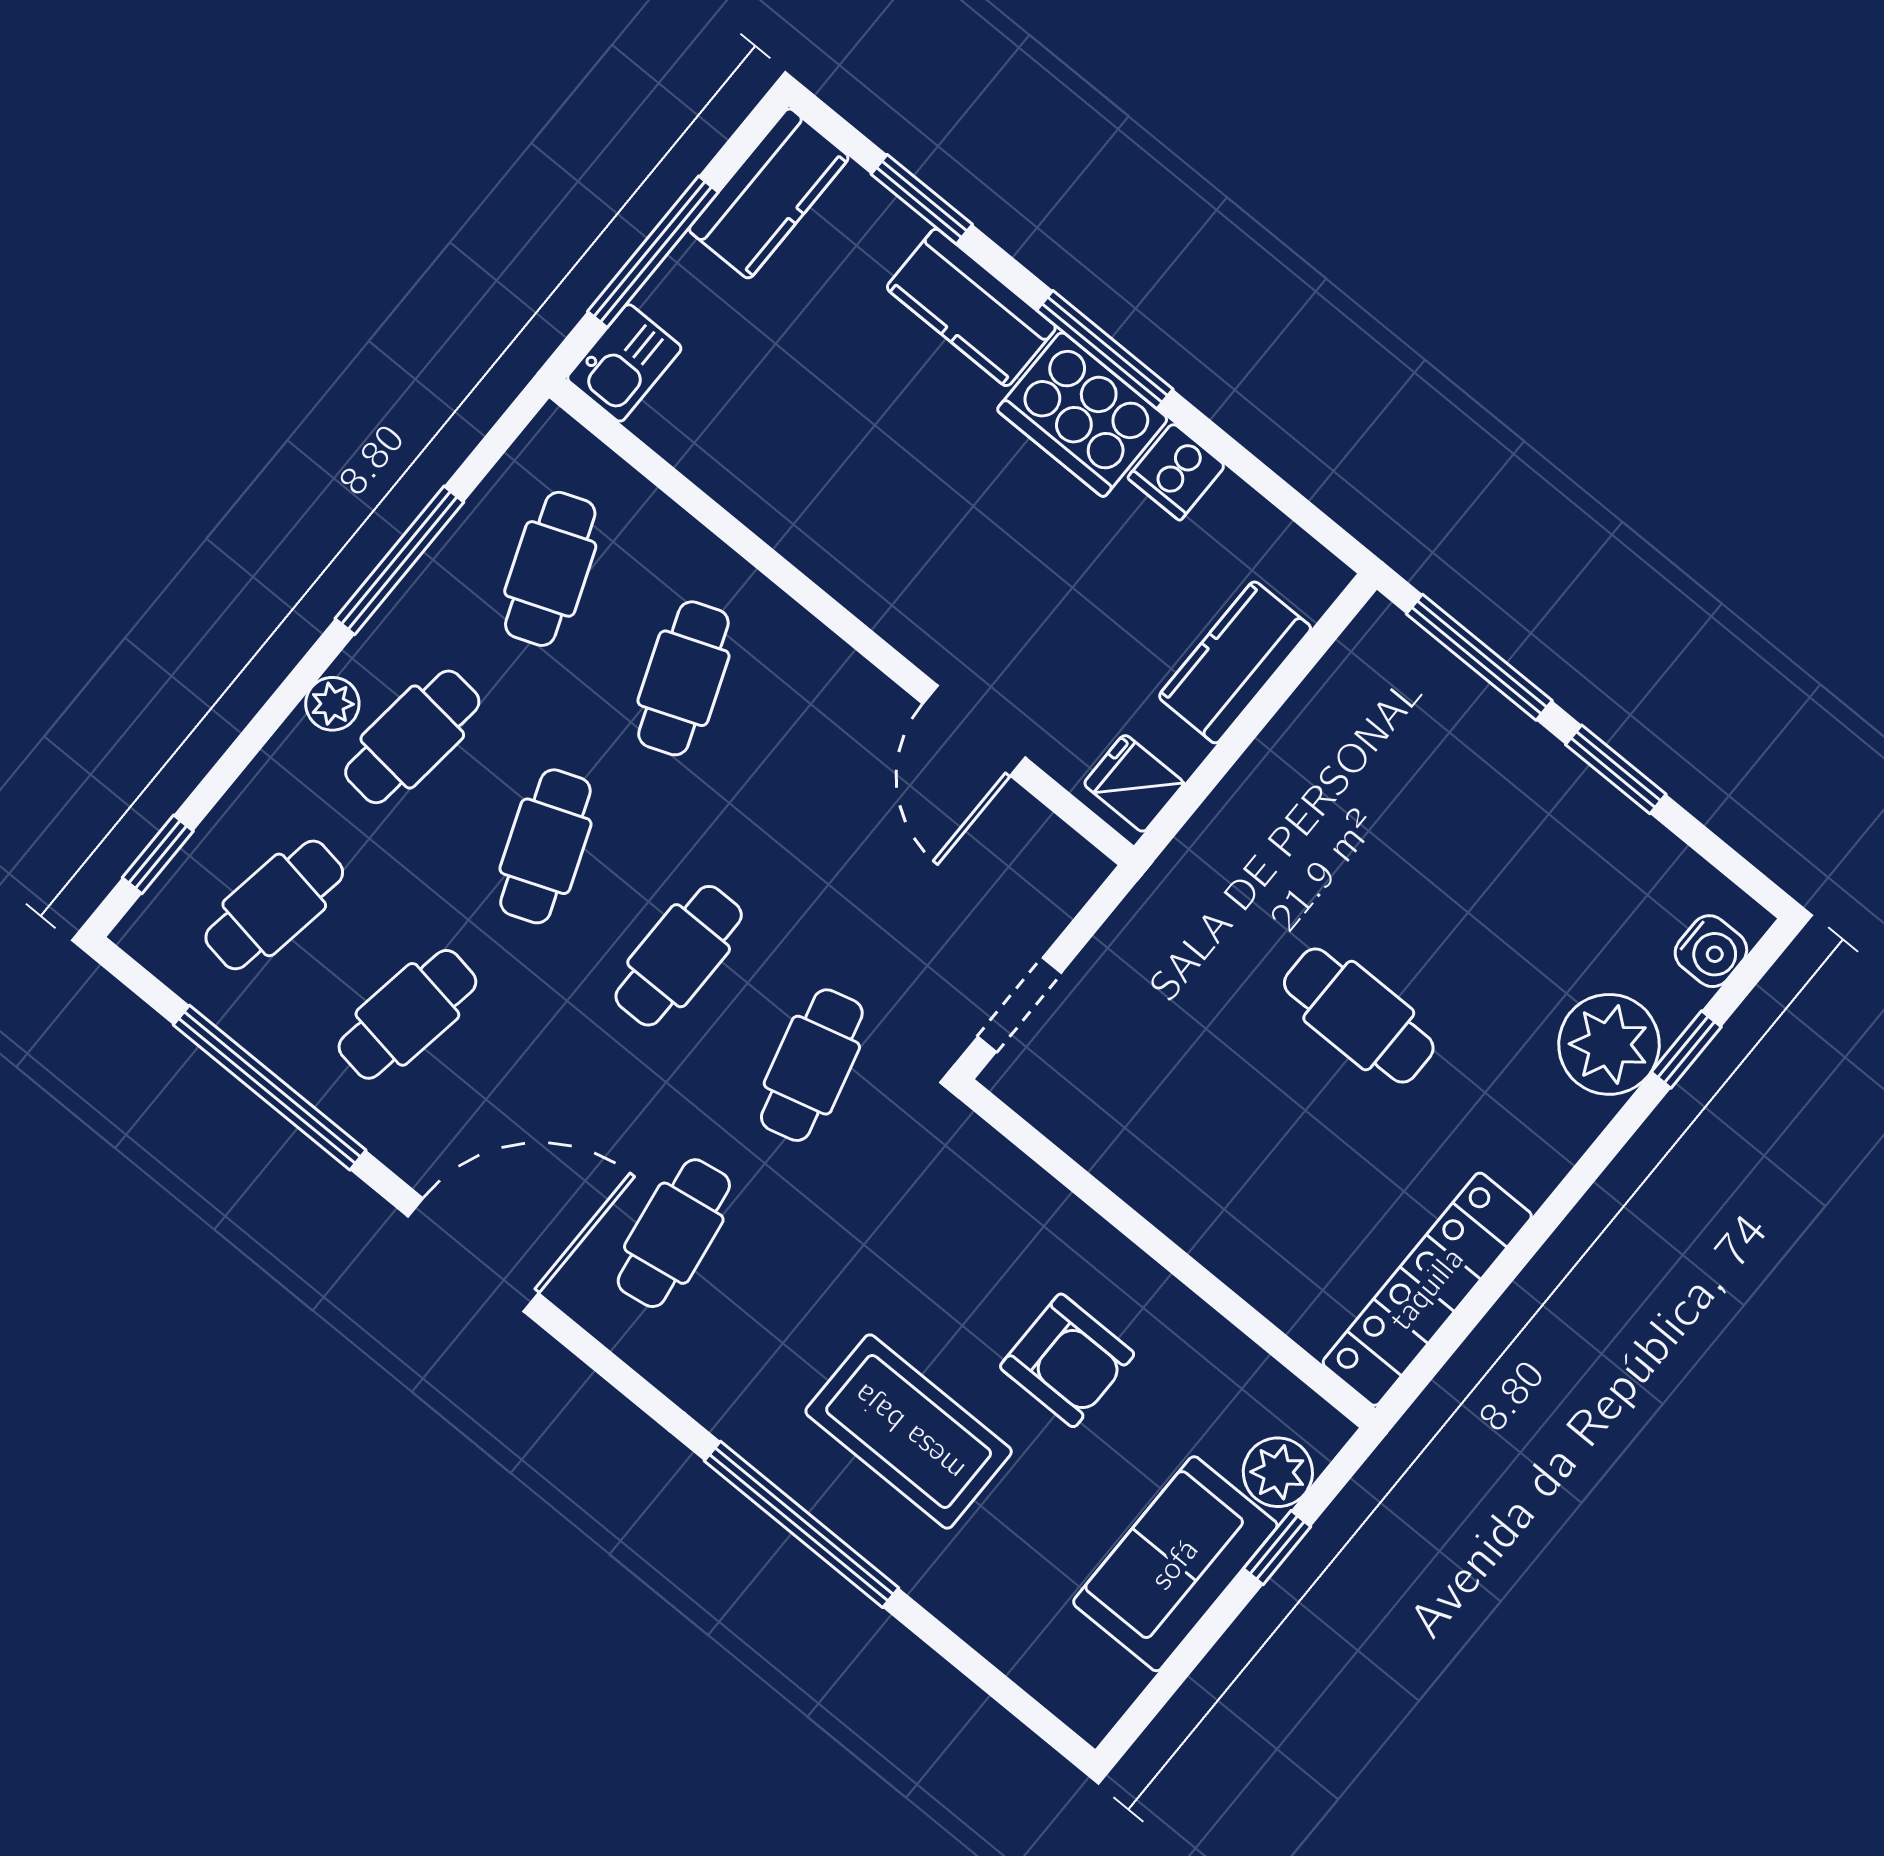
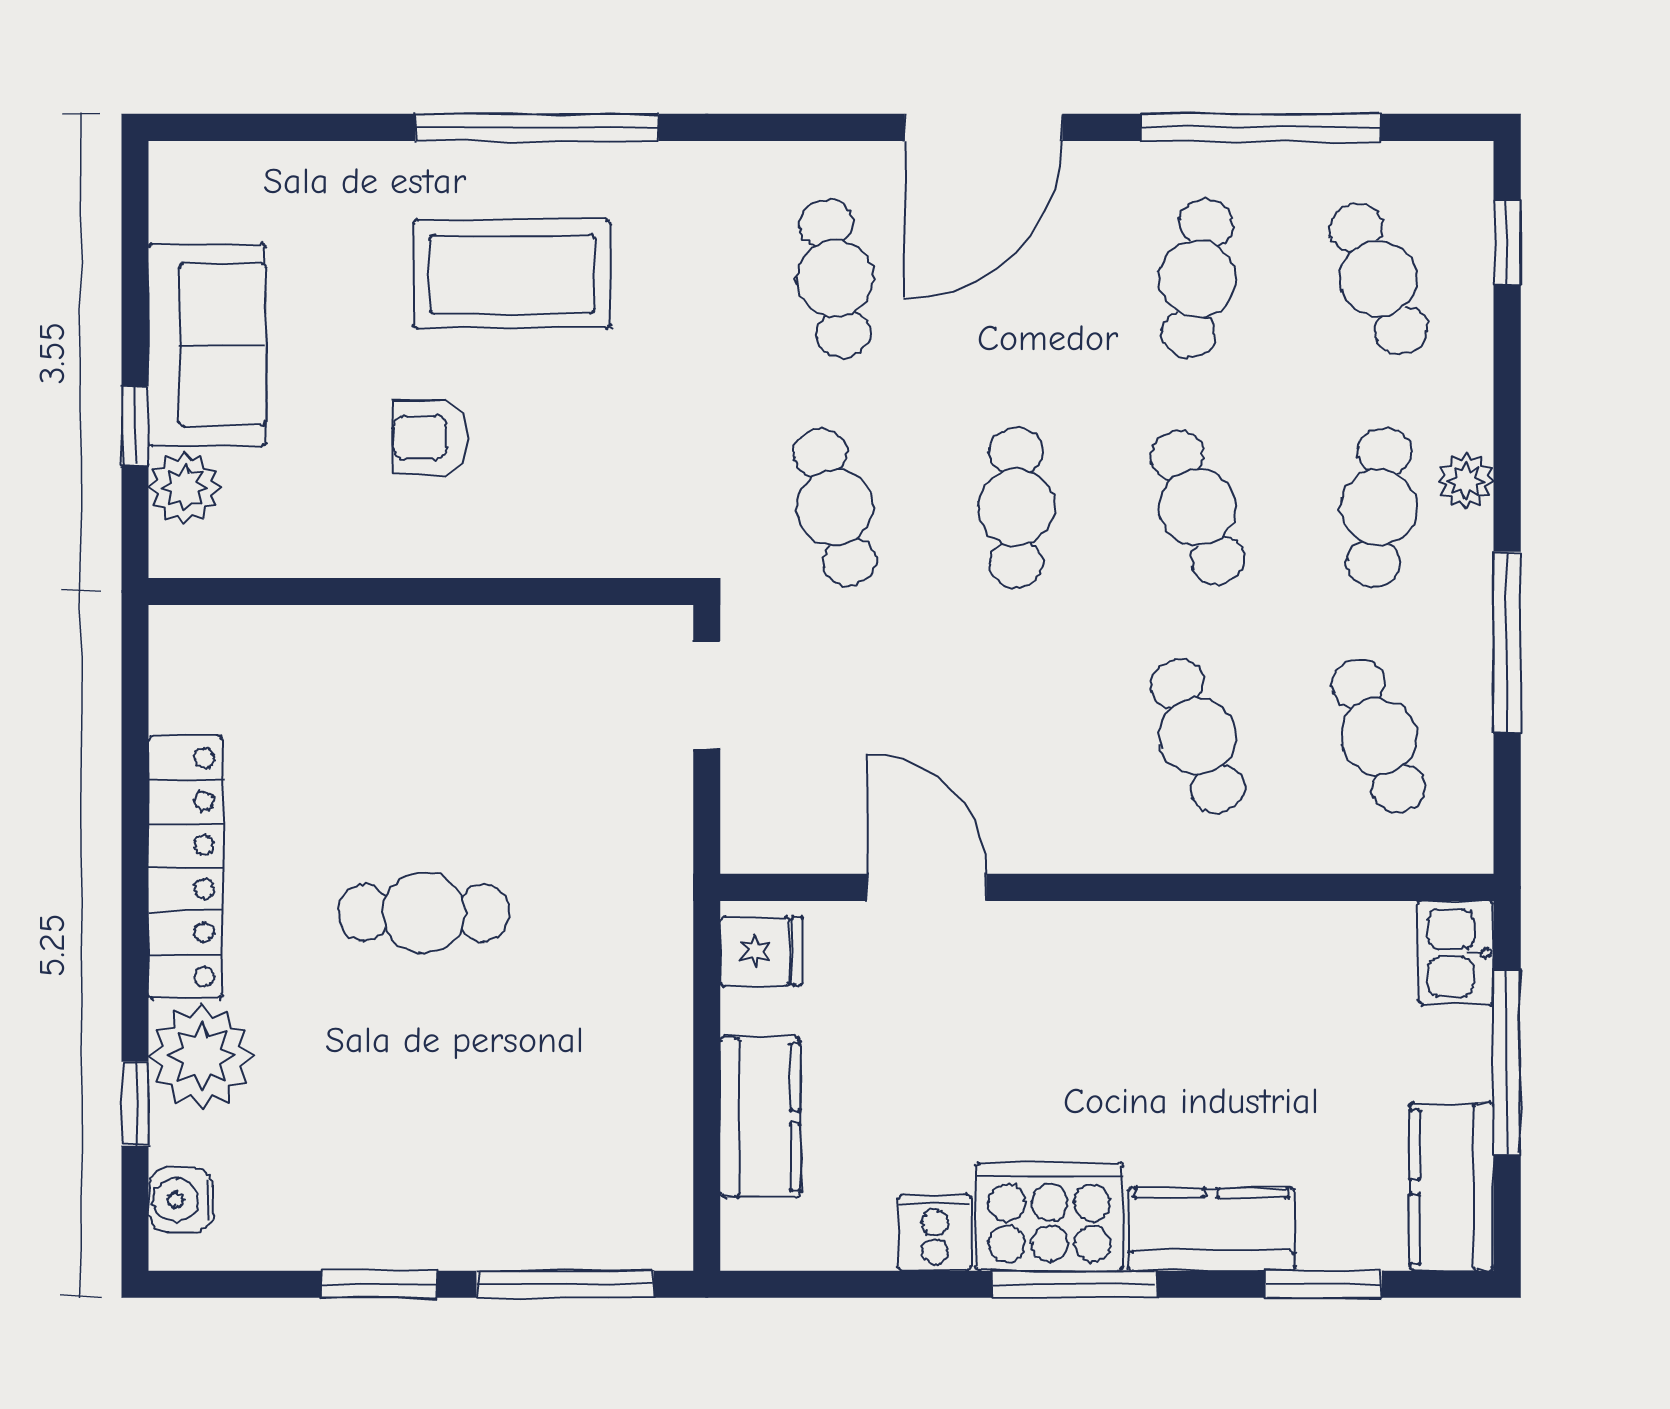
cafe table: (274, 905) -> (1379, 279), turned -33
locker: (1427, 1289) -> (186, 867), moved
armchair: (1067, 1360) -> (431, 438), width x0.72, depth x0.72

